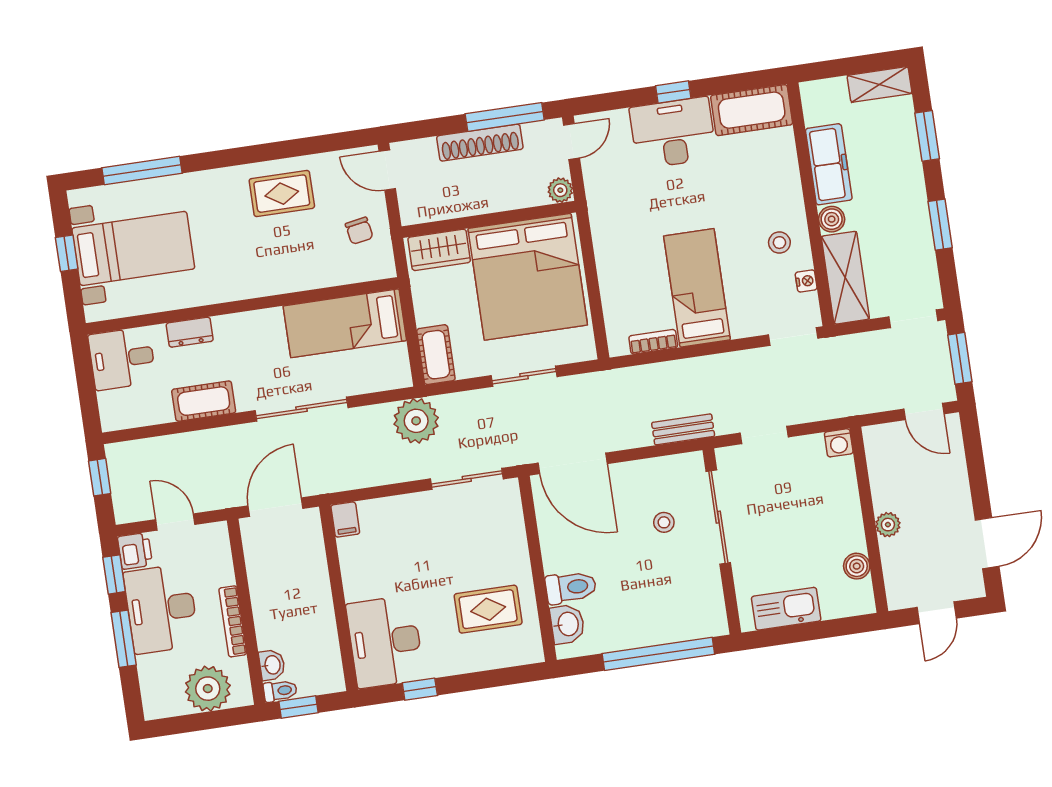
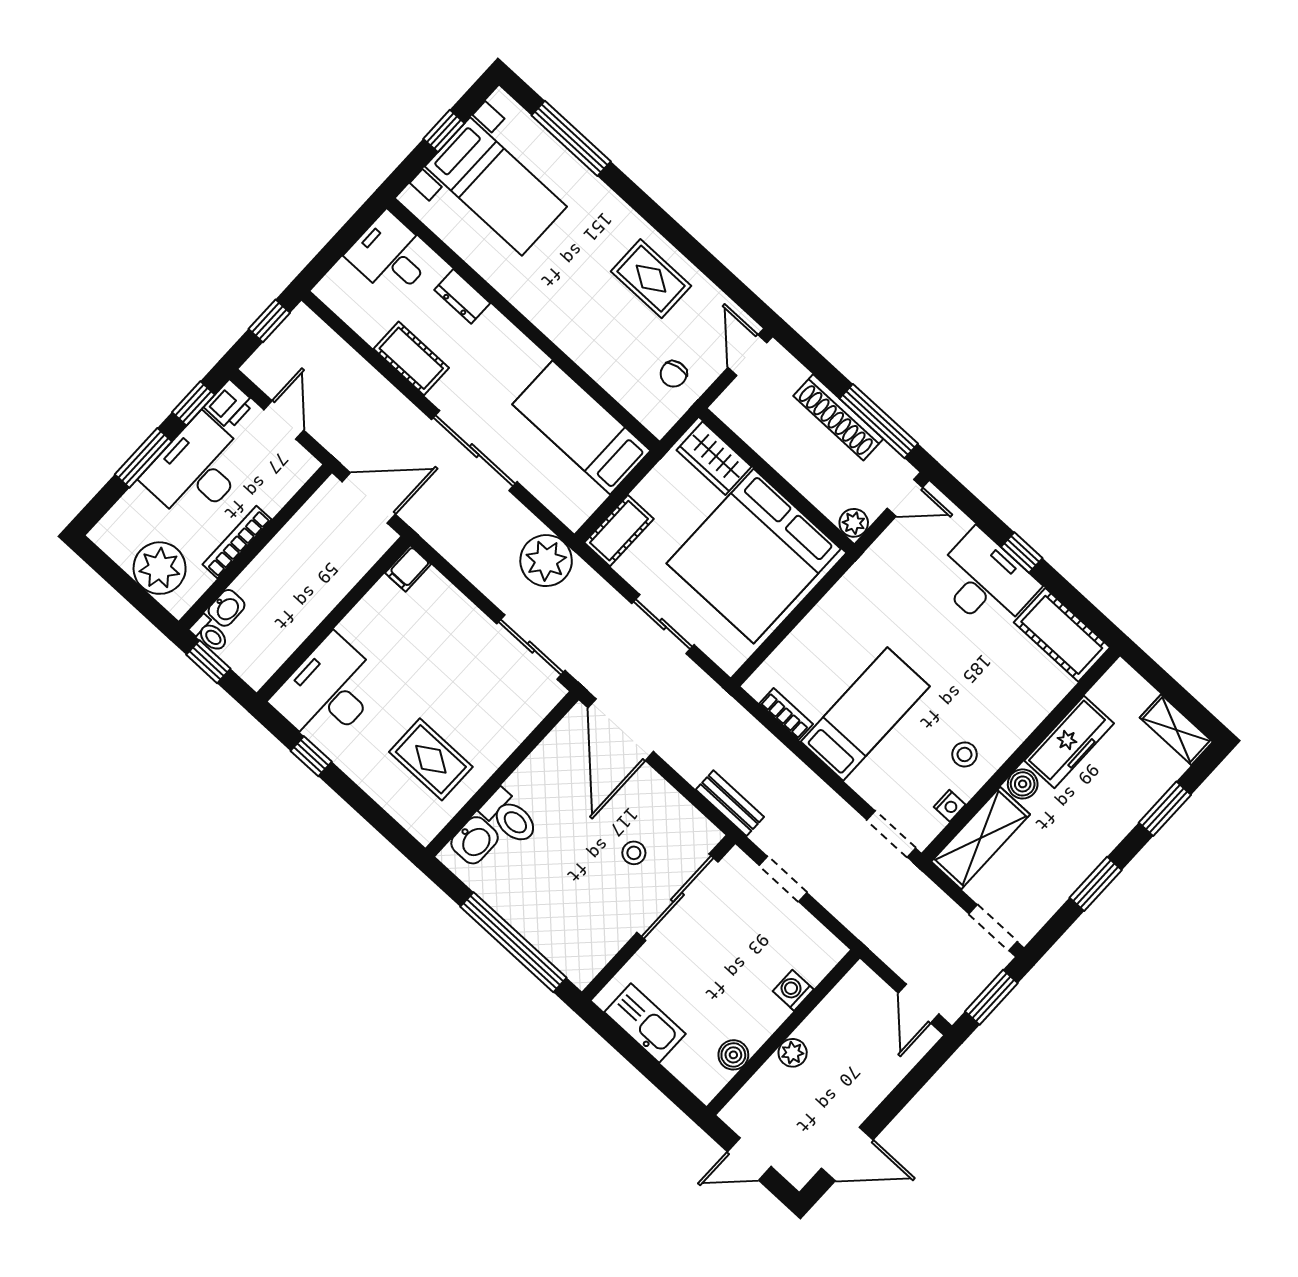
washing machine: (839, 443) -> (793, 990), moved, turned 90

